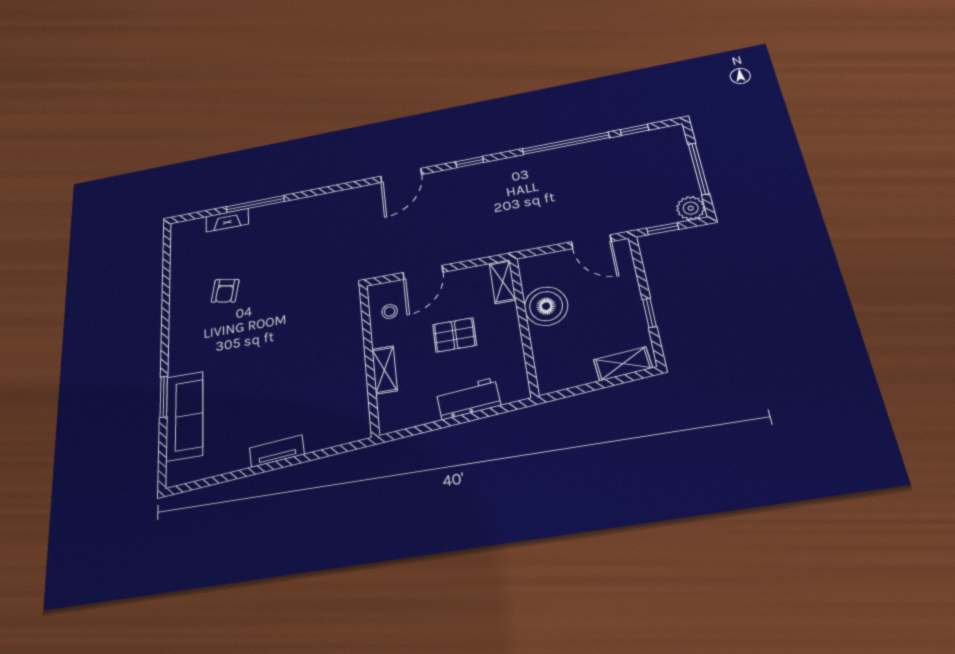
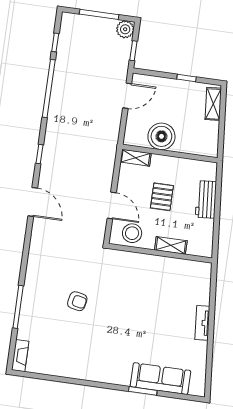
fireplace: (227, 220) -> (20, 356), moved
armchair: (225, 291) -> (77, 301), moved
stool: (390, 311) -> (132, 233), width x1.89, depth x1.89

